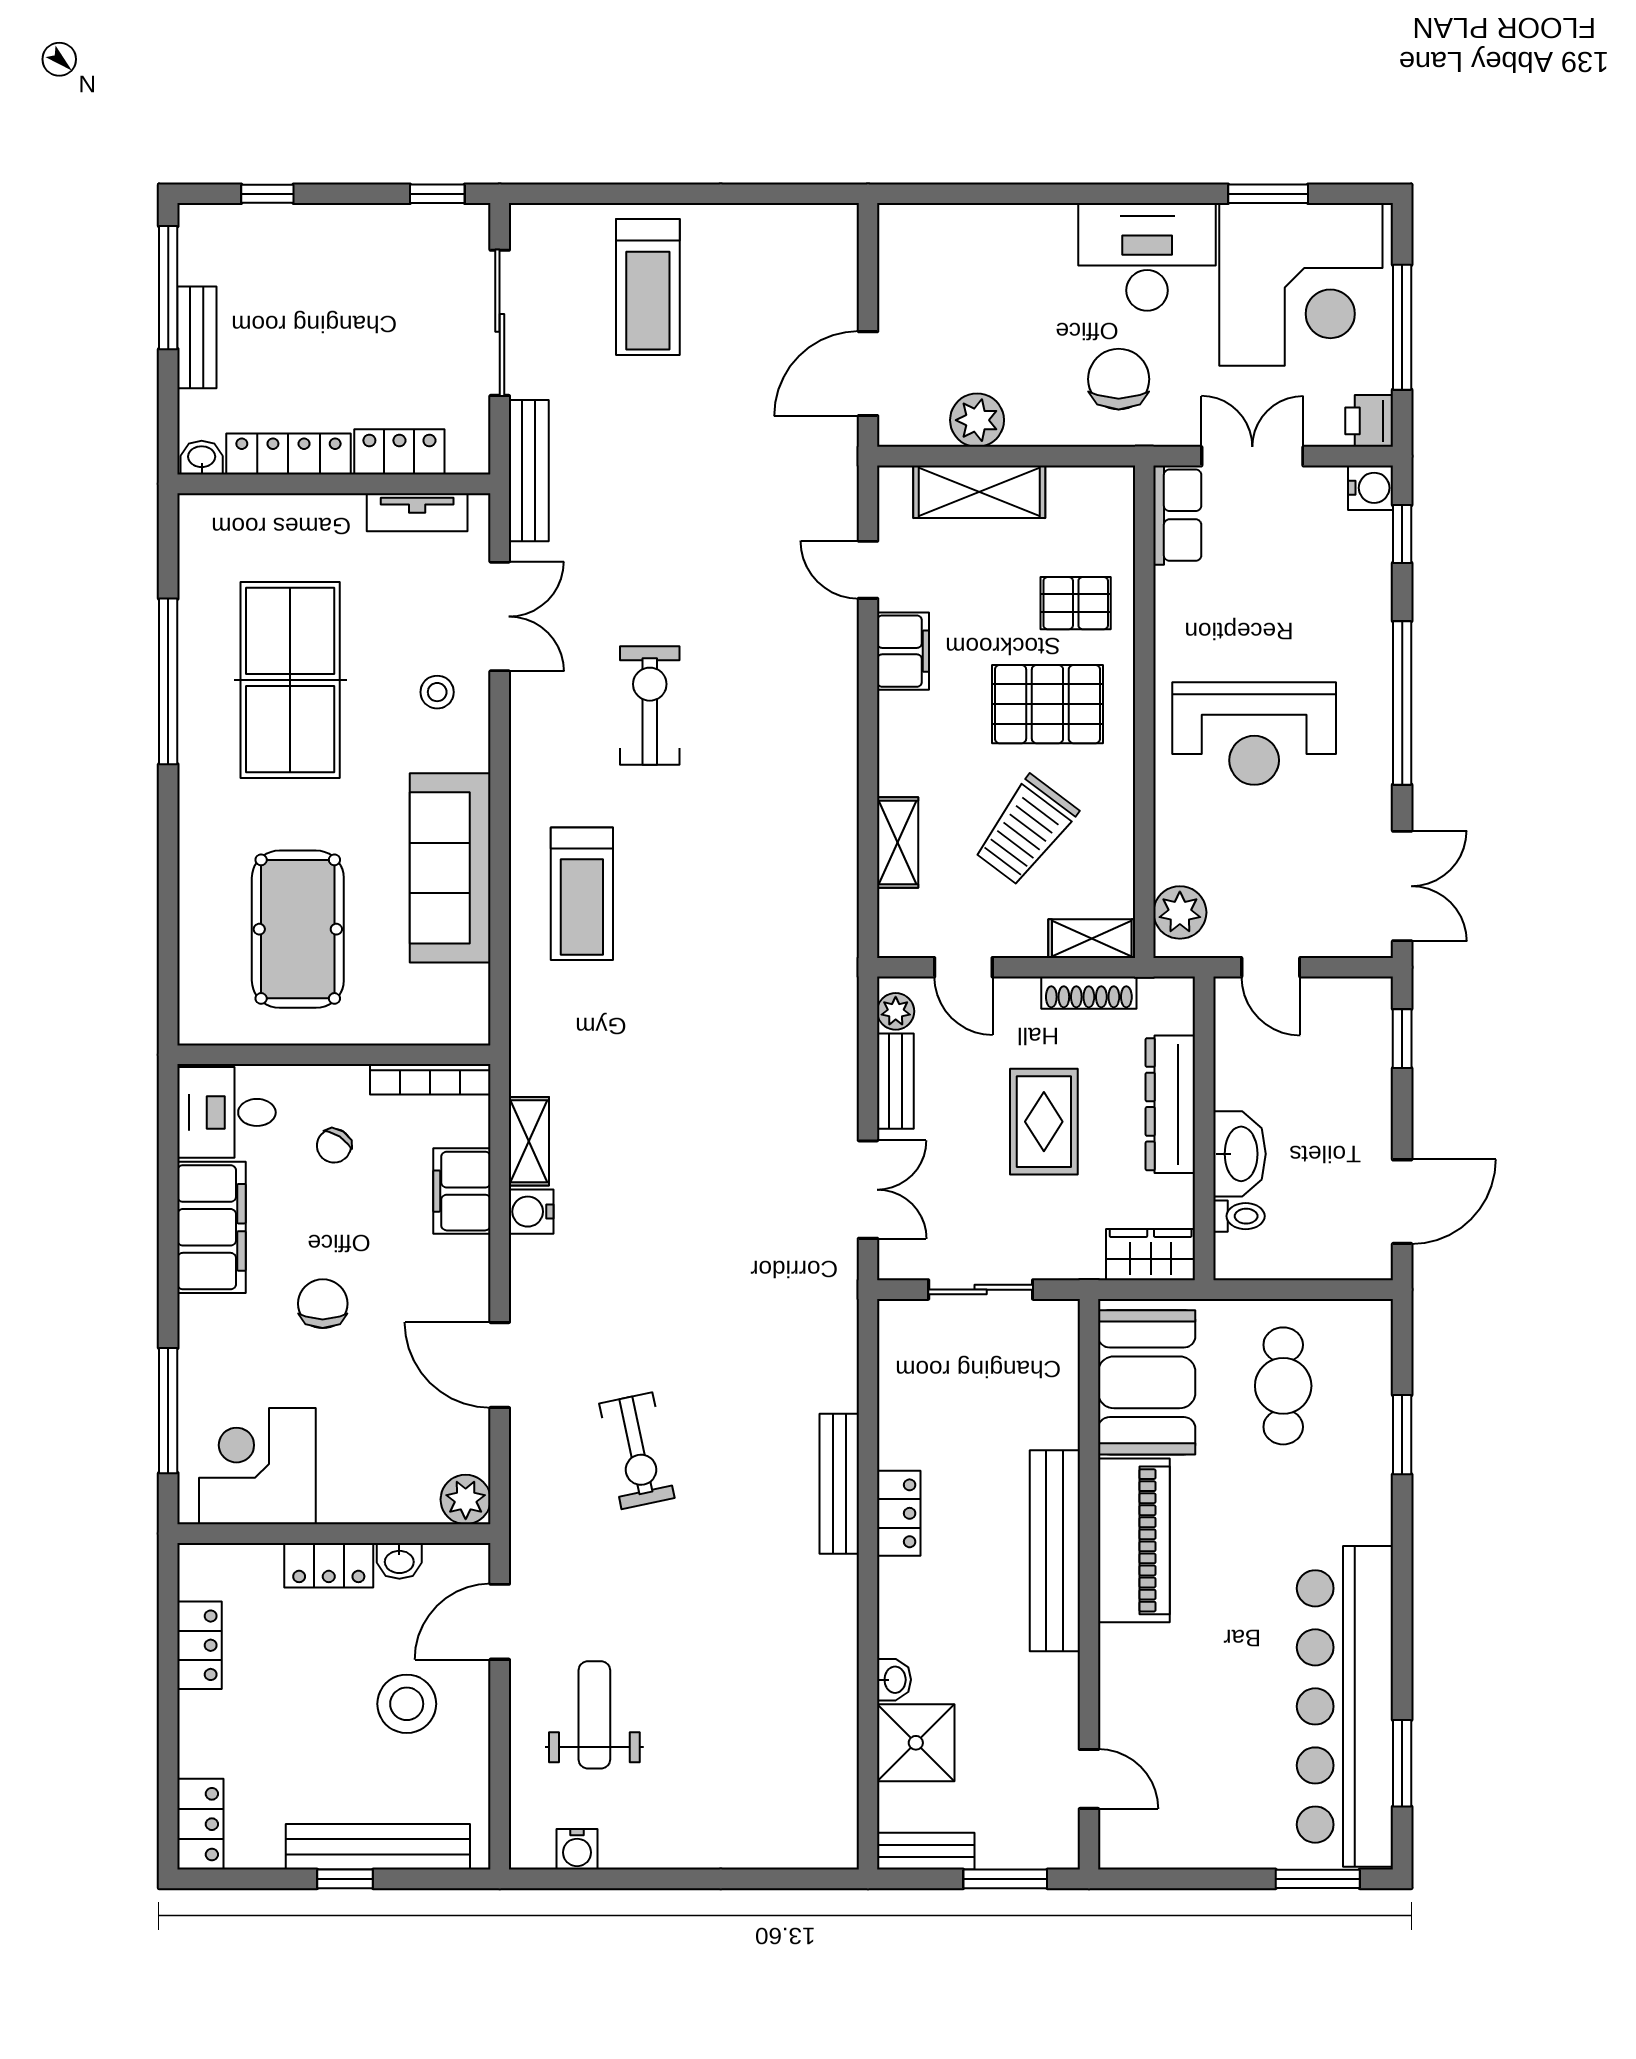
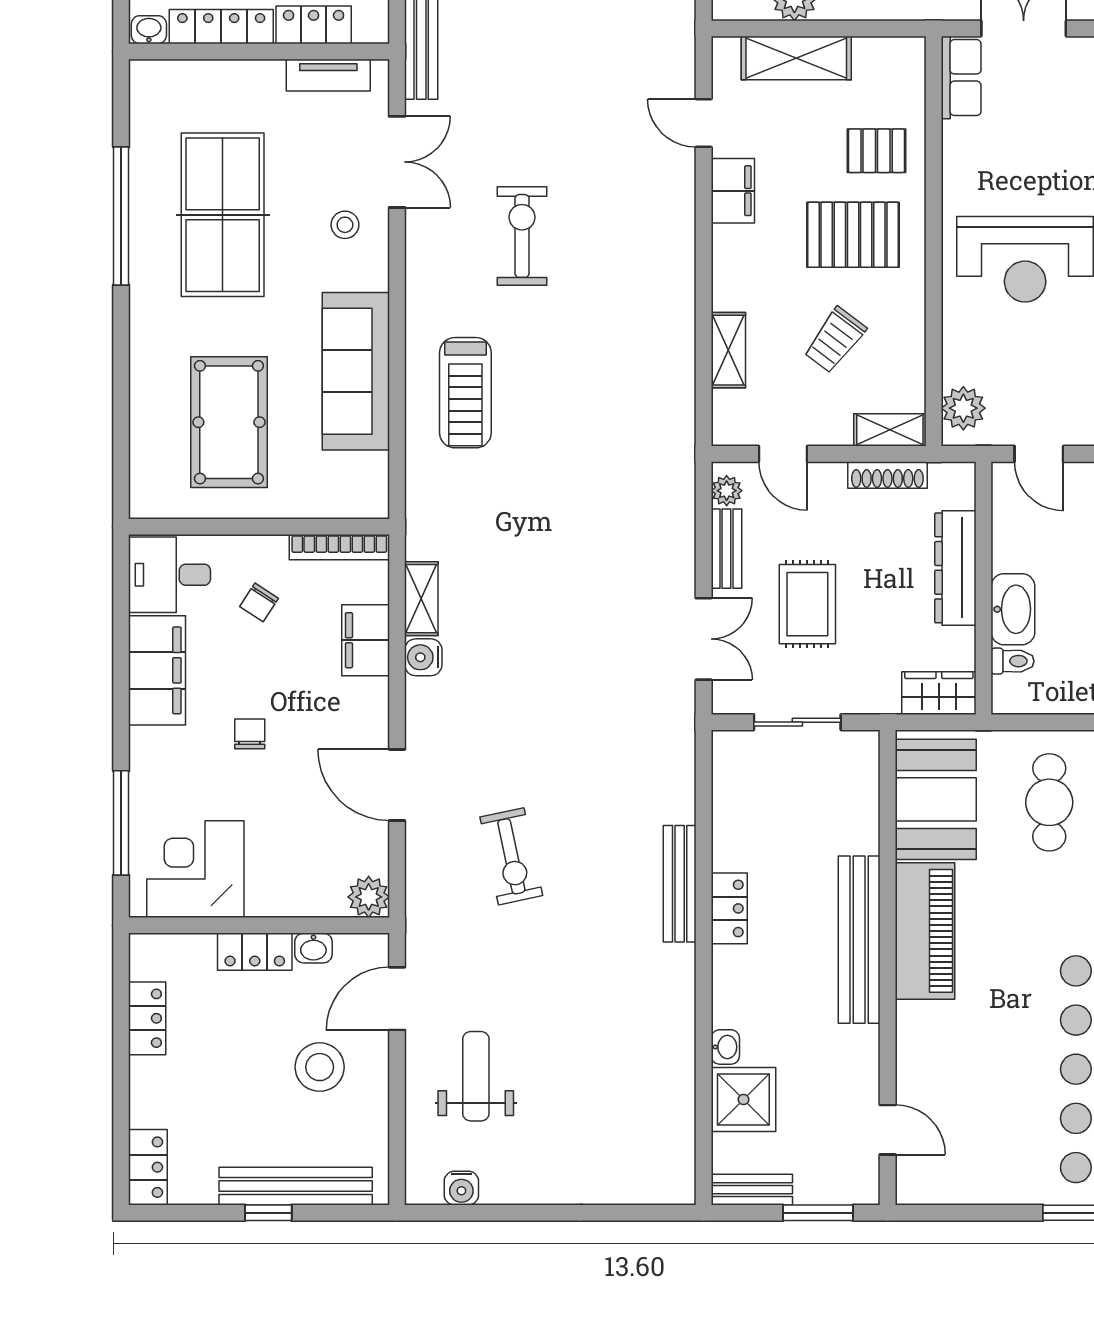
trolley: (1026, 831) -> (835, 340), width x0.73, depth x0.72
rug: (1044, 1122) -> (807, 604), moved
chair: (323, 1304) -> (250, 734), width x0.73, depth x0.73

